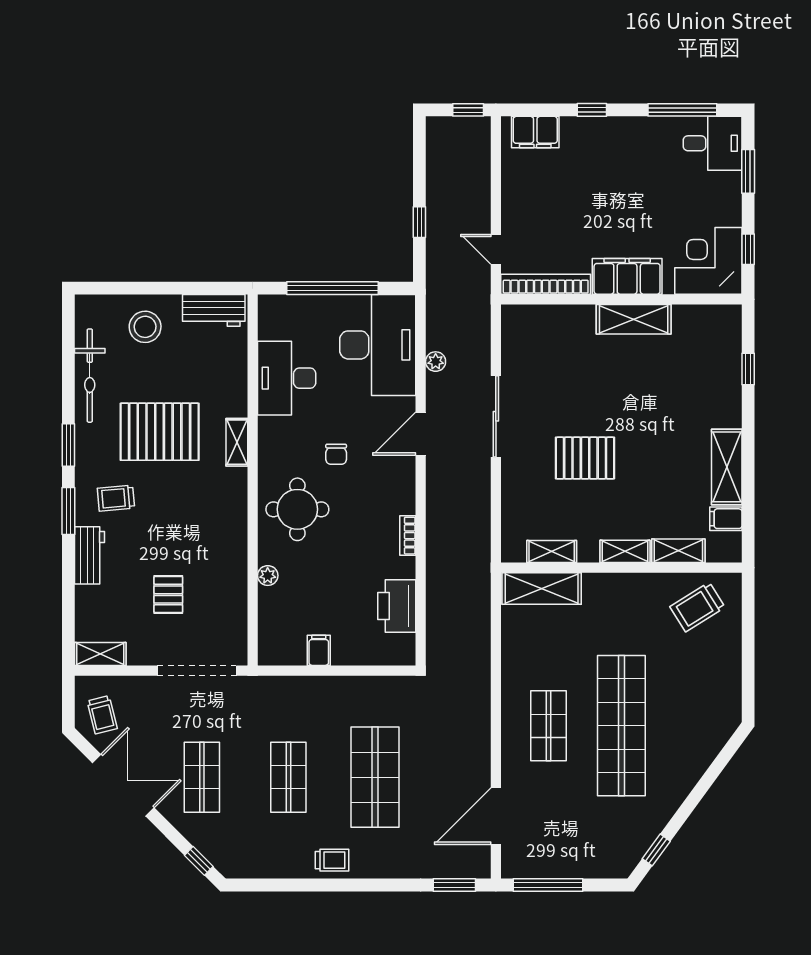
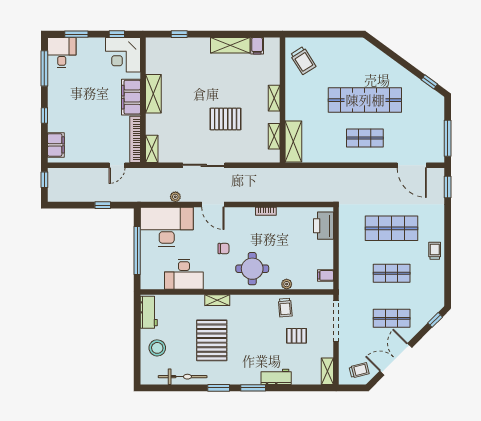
pallet: (585, 458) -> (226, 119), turned 90
trolley: (116, 498) -> (285, 308), moved
shelving: (678, 551) -> (152, 149), moved
printer: (397, 606) -> (324, 226), moved, turned 90
filing cabinet: (319, 650) -> (326, 275), moved

